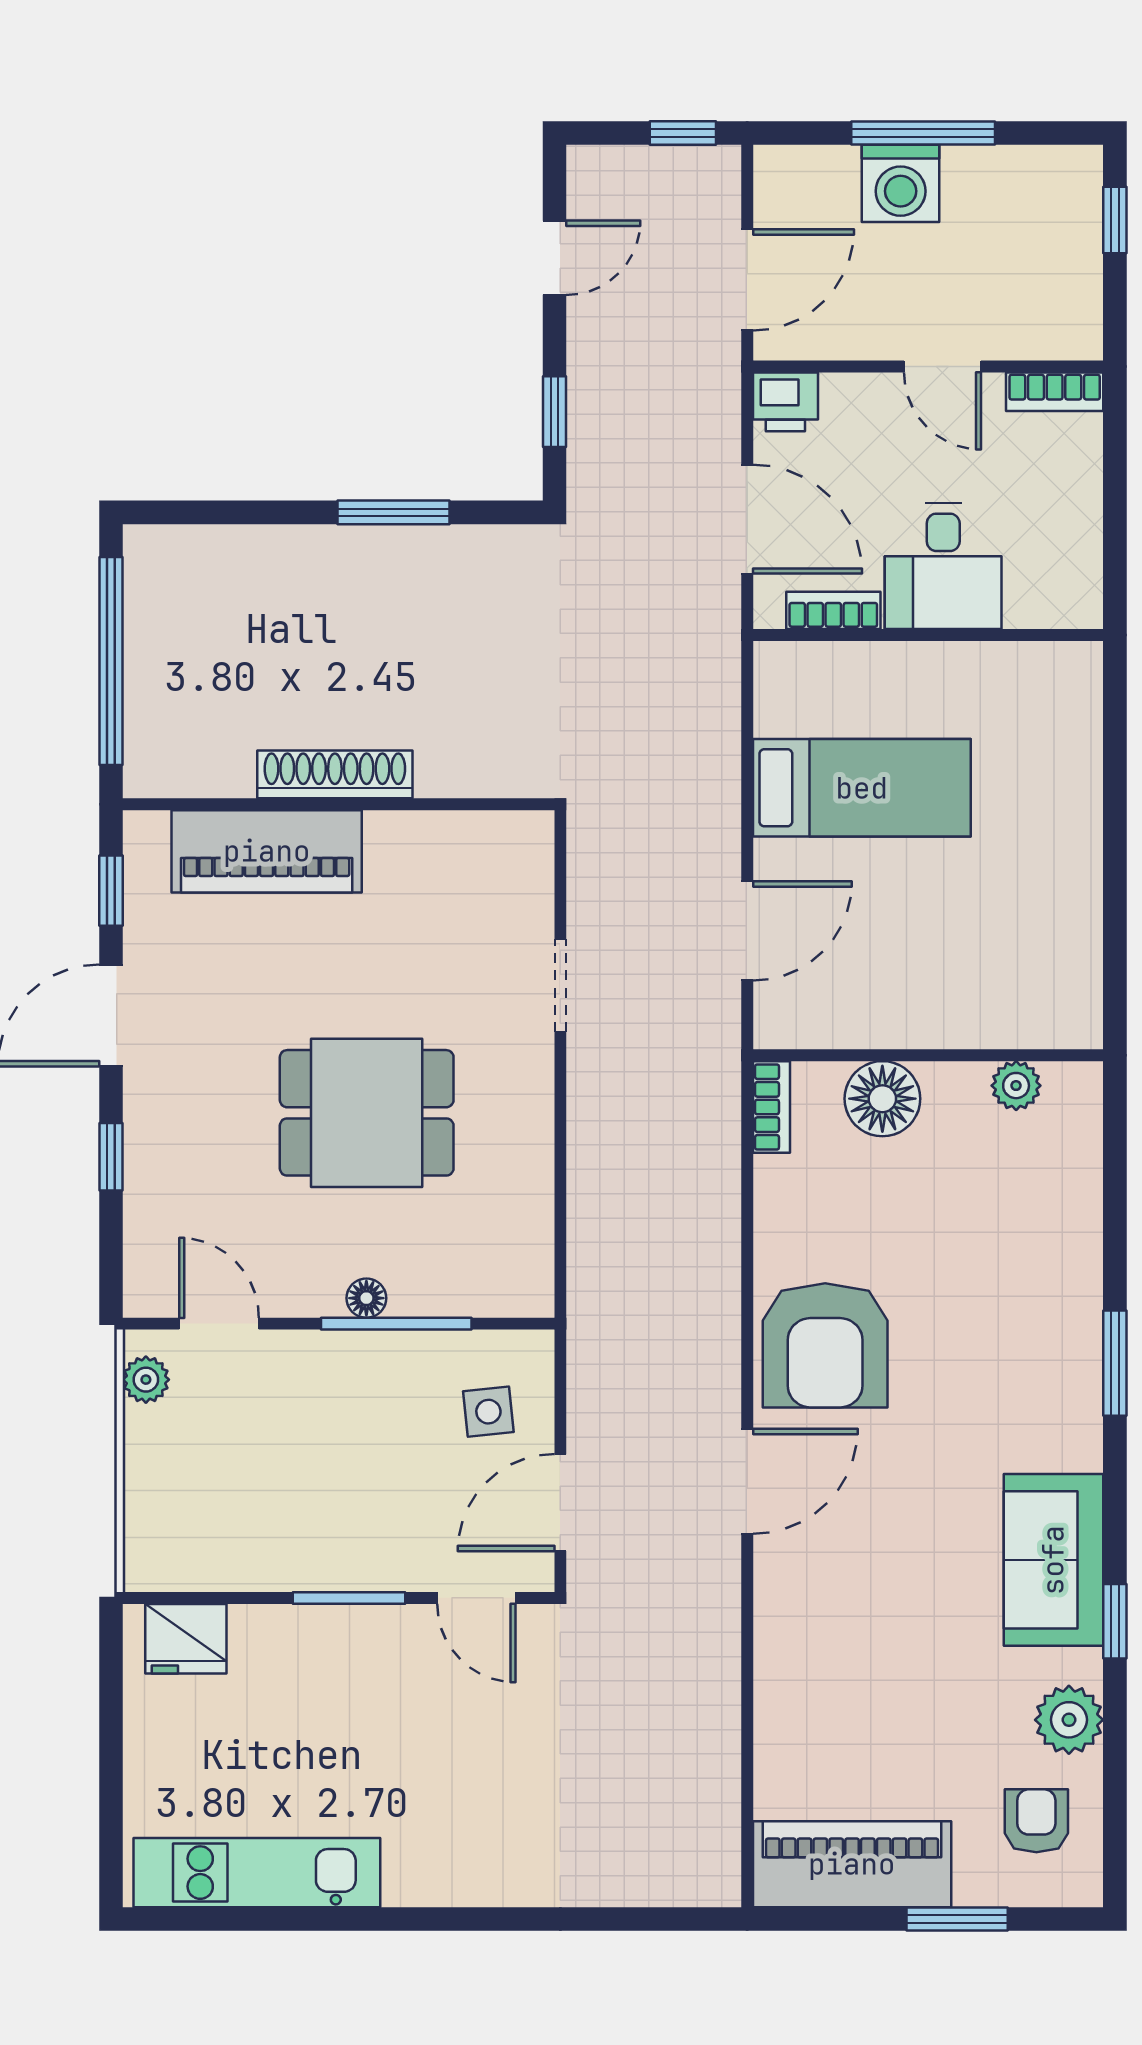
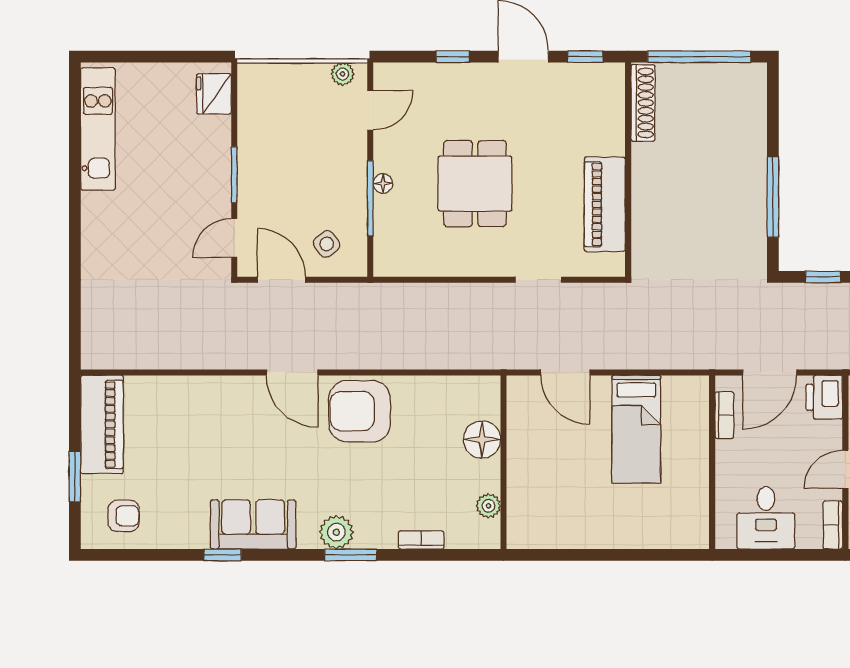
printer: (785, 402) -> (824, 397), width x1.36, depth x1.24
window: (394, 512) -> (773, 197), width x1.44
desk: (943, 566) -> (766, 518), moved, turned -90
shoe rack: (335, 774) -> (643, 103), moved
piano: (267, 851) -> (605, 204), moved
bookcase: (771, 1107) -> (421, 540), moved, turned 180
side table: (488, 1412) -> (327, 244), turned -34
plant: (1069, 1720) -> (336, 532), moved

